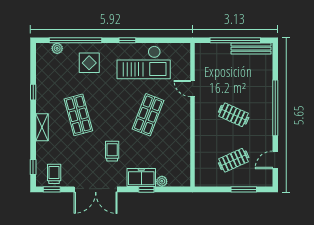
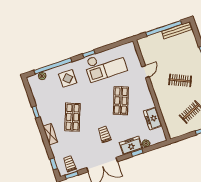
door: (193, 89) -> (145, 72), swing flipped
shop shelf: (78, 115) -> (72, 117), turned 36
freezer: (181, 152) -> (153, 119), added

